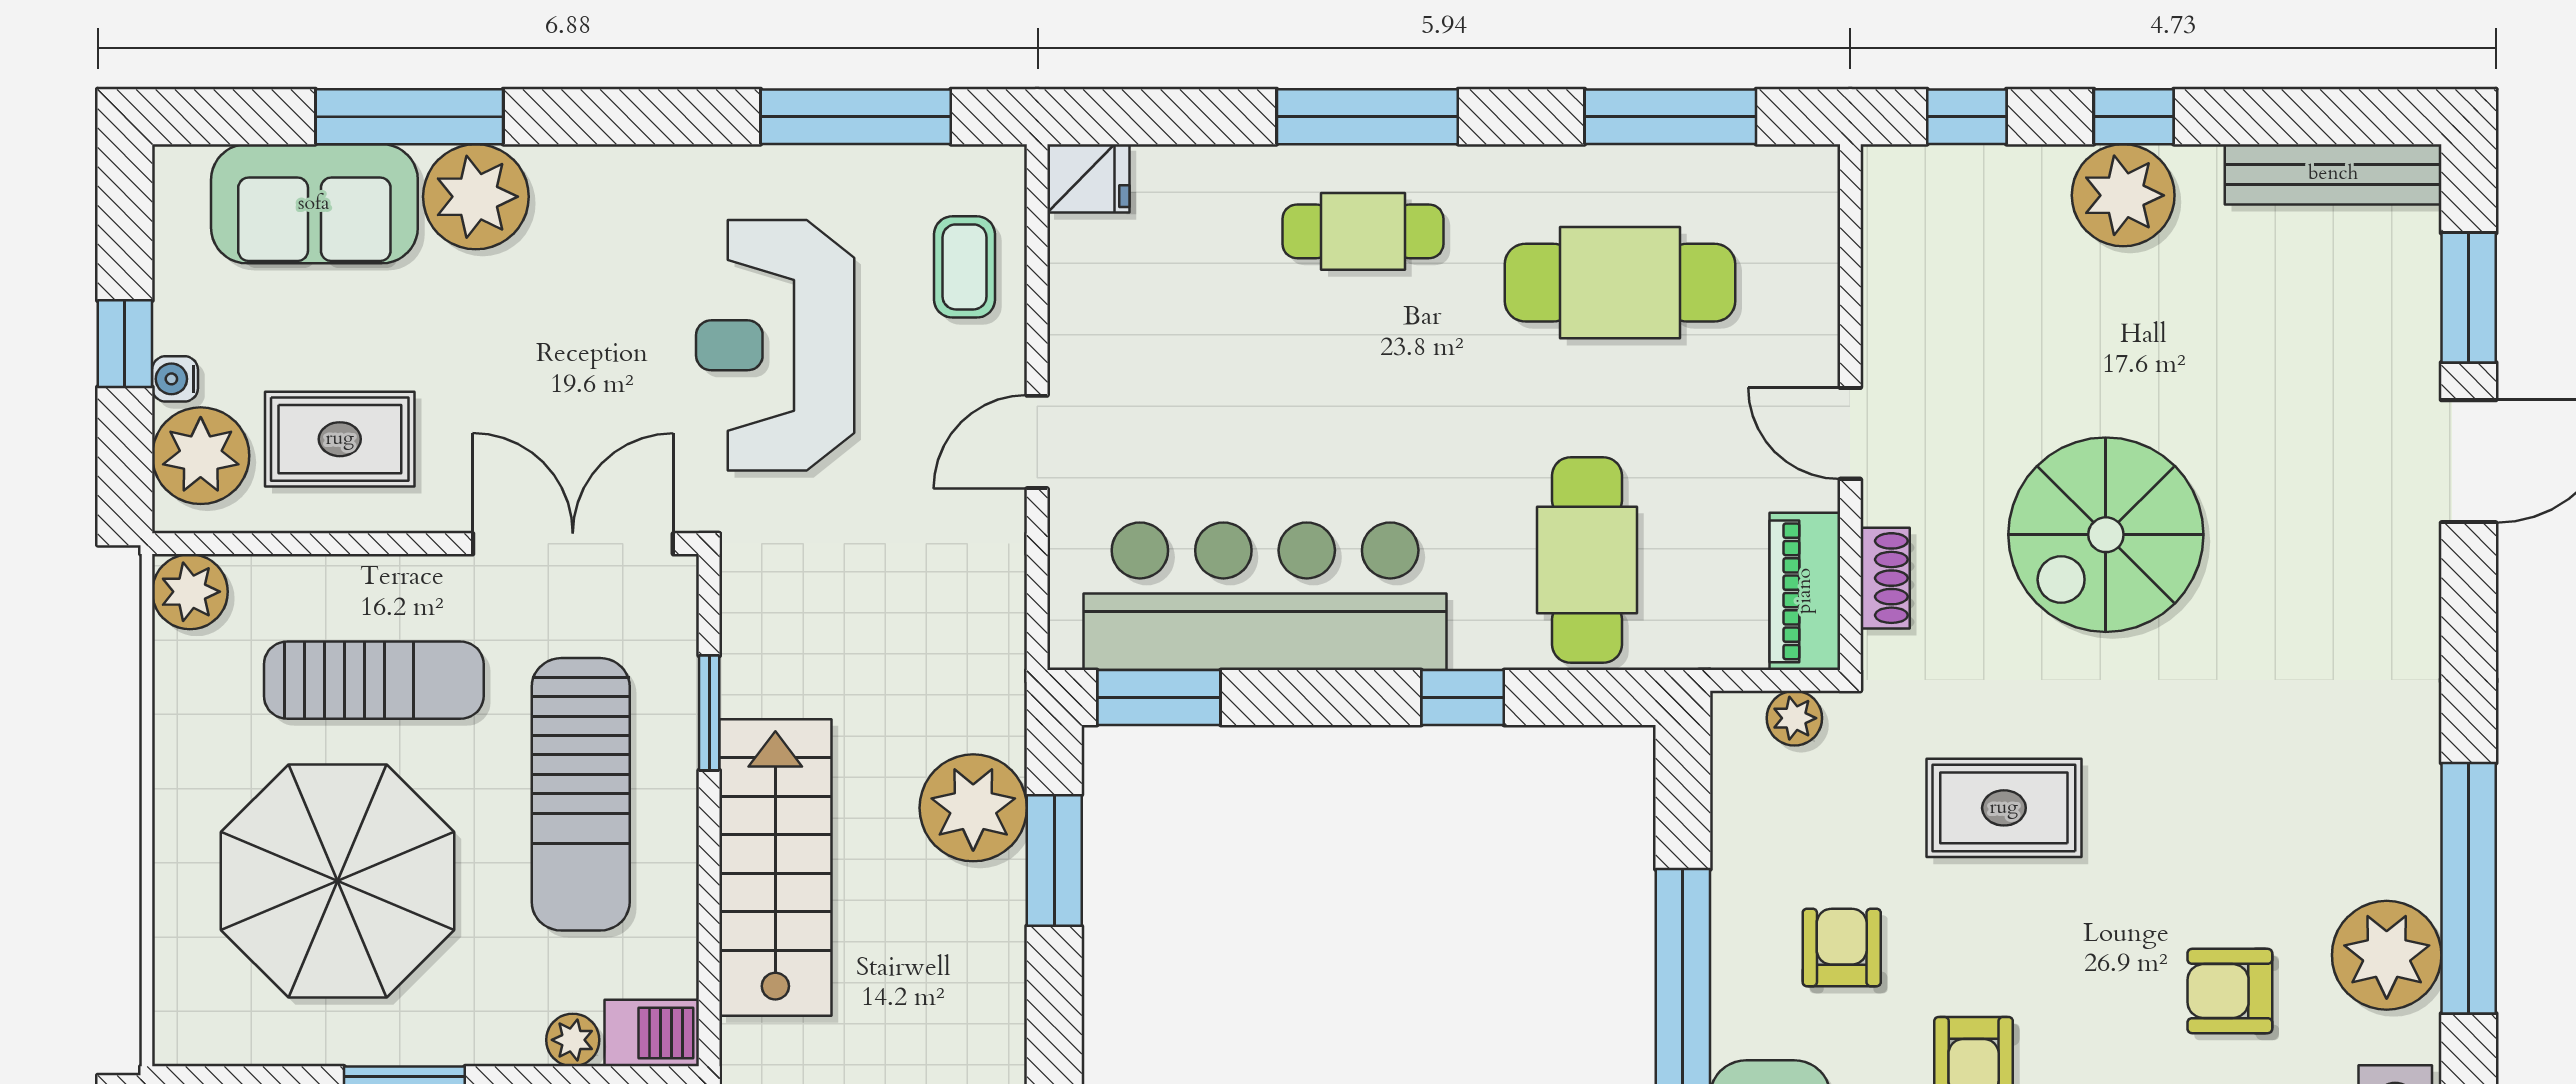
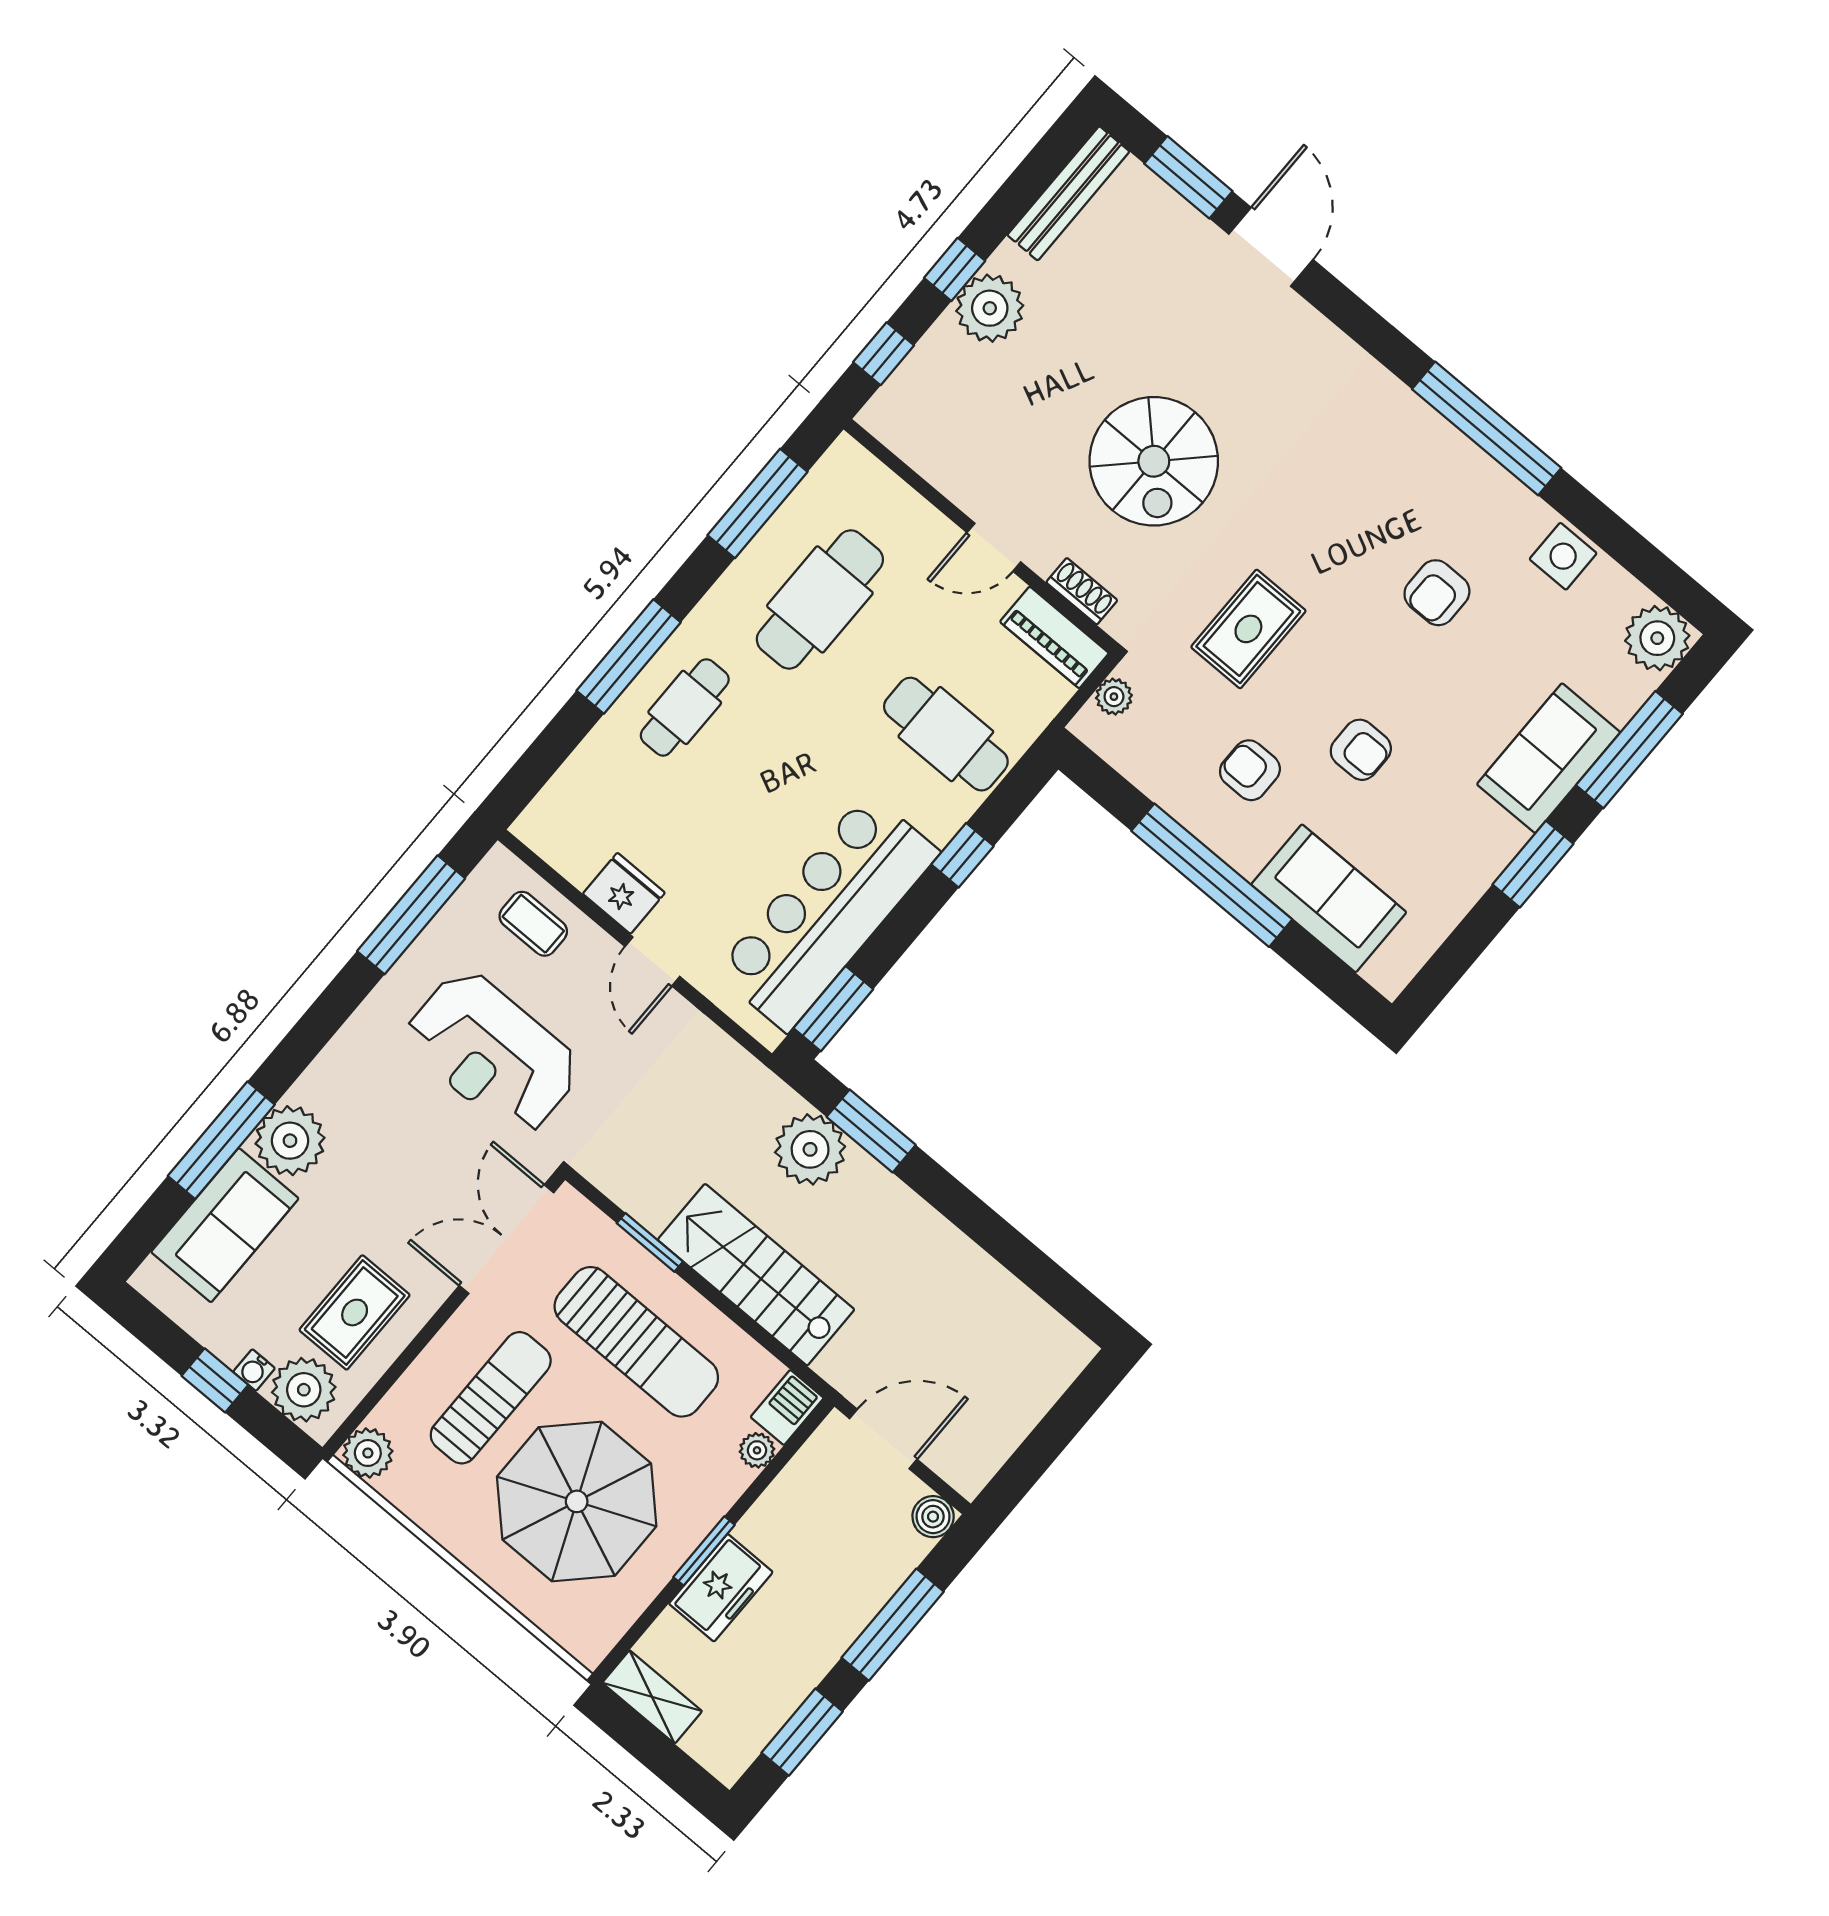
fridge: (1088, 178) -> (624, 893), moved, width x1.38
plant: (2387, 955) -> (1486, 498), removed

